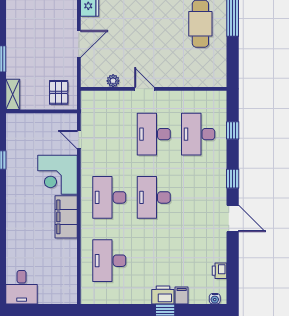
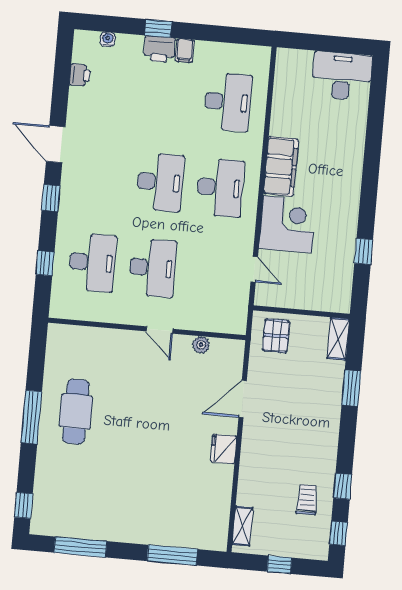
desk: (22, 287) -> (342, 76), width x1.37
filing cabinet: (182, 295) -> (185, 51), moved
water cooler: (215, 299) -> (108, 39), moved

